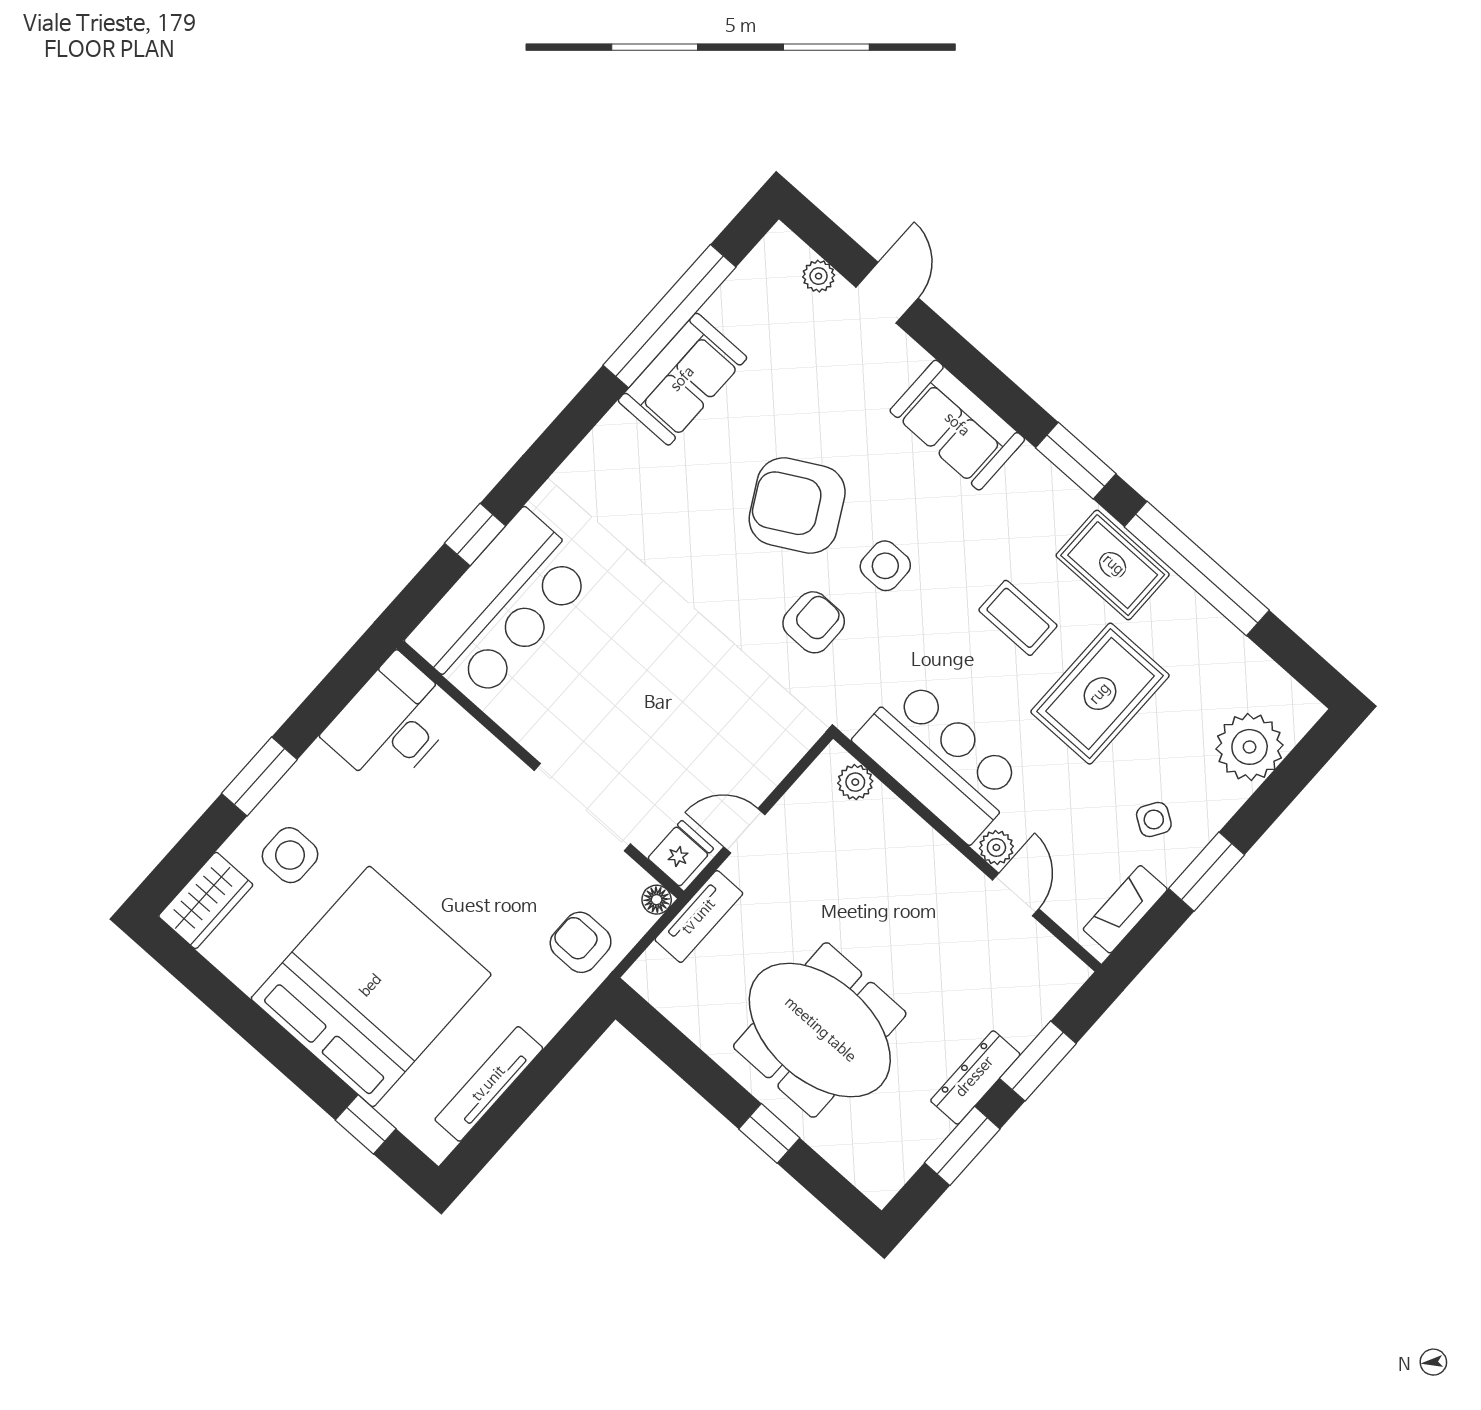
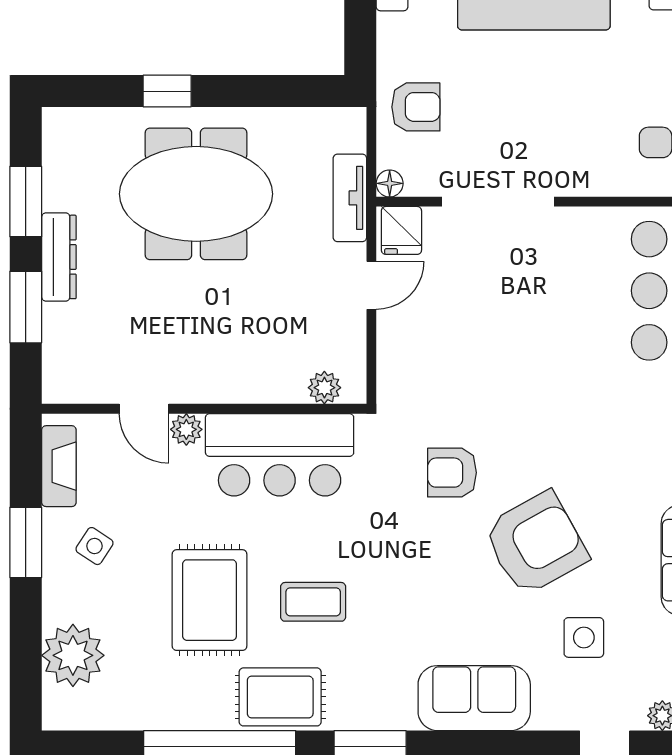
side table: (885, 566) -> (584, 637), moved
armchair: (814, 622) -> (452, 473), turned 90

